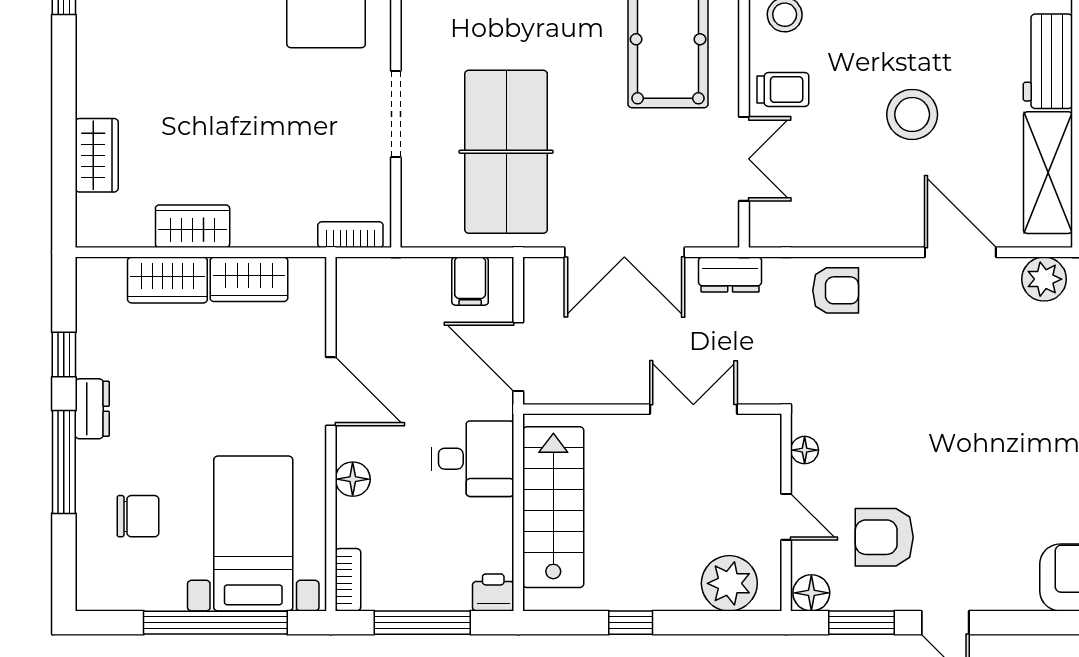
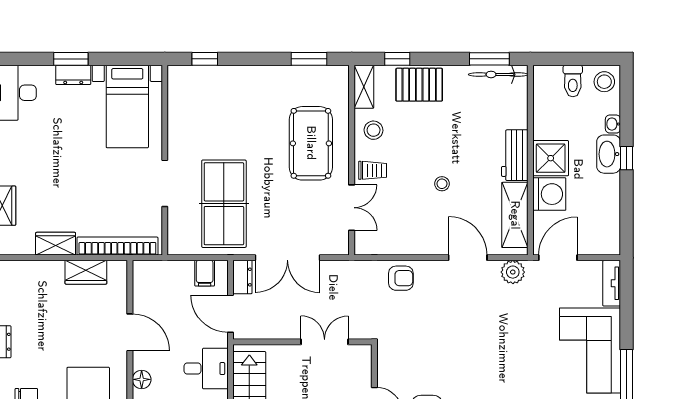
stool: (912, 114) -> (442, 184), width x0.53, depth x0.53
bookcase: (350, 235) -> (117, 246), width x2.31, depth x1.31
dresser: (730, 275) -> (242, 277), moved, turned -90
wardrobe: (167, 280) -> (42, 273), removed
floor lamp: (805, 450) -> (384, 364), removed

